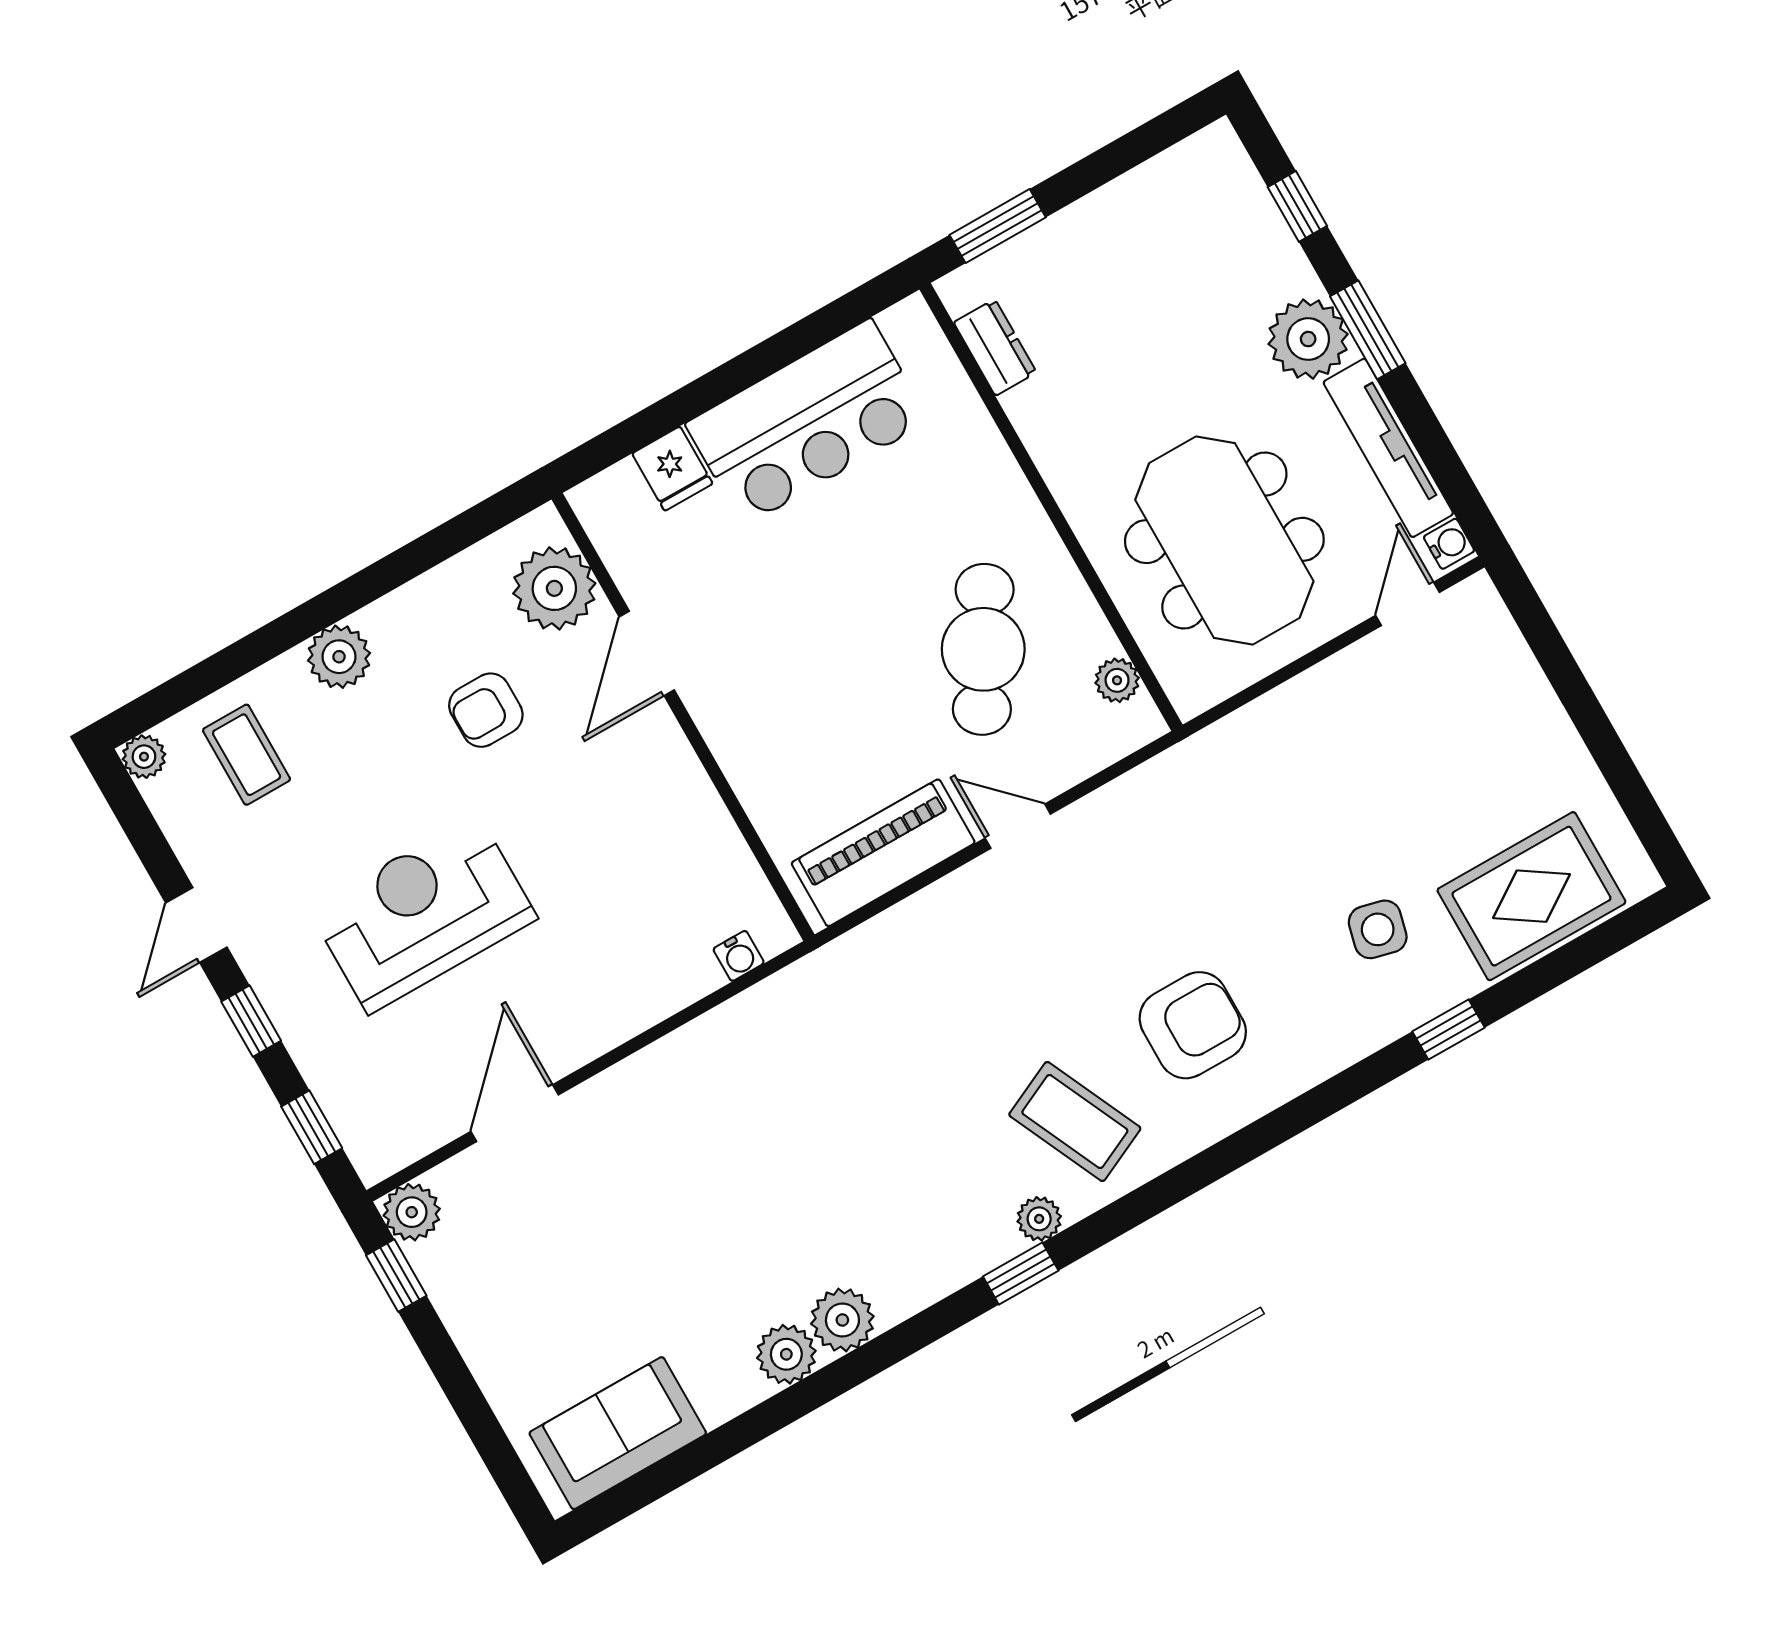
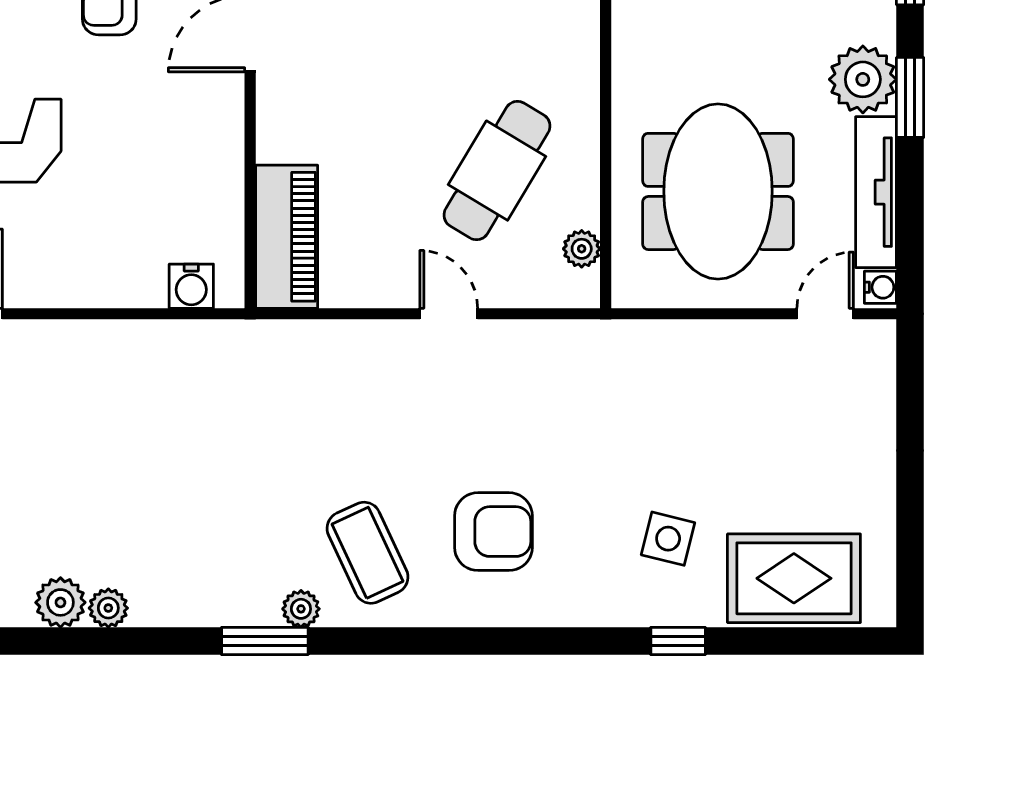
piano: (883, 853) -> (287, 237), moved, turned 90
water cooler: (739, 956) -> (191, 286), width x1.38, depth x1.38
window: (1021, 1274) -> (265, 641), width x1.50
plant: (842, 1320) -> (108, 608), width x0.73, depth x0.73

